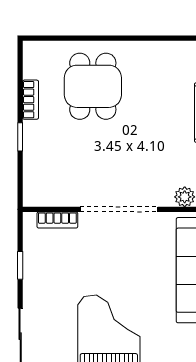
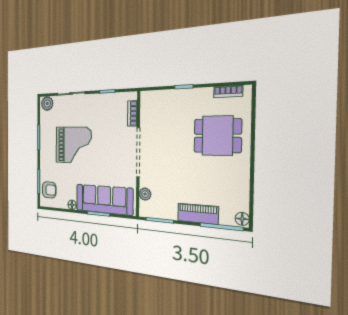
bookcase: (31, 100) -> (228, 92), moved

